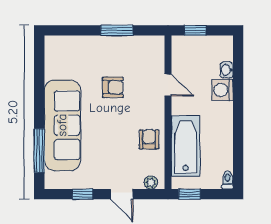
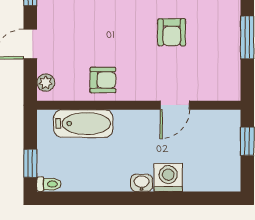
washbasin: (227, 70) -> (142, 183), moved
bathtub: (186, 146) -> (83, 124), width x0.73, depth x0.73
window: (189, 194) -> (30, 163), moved

